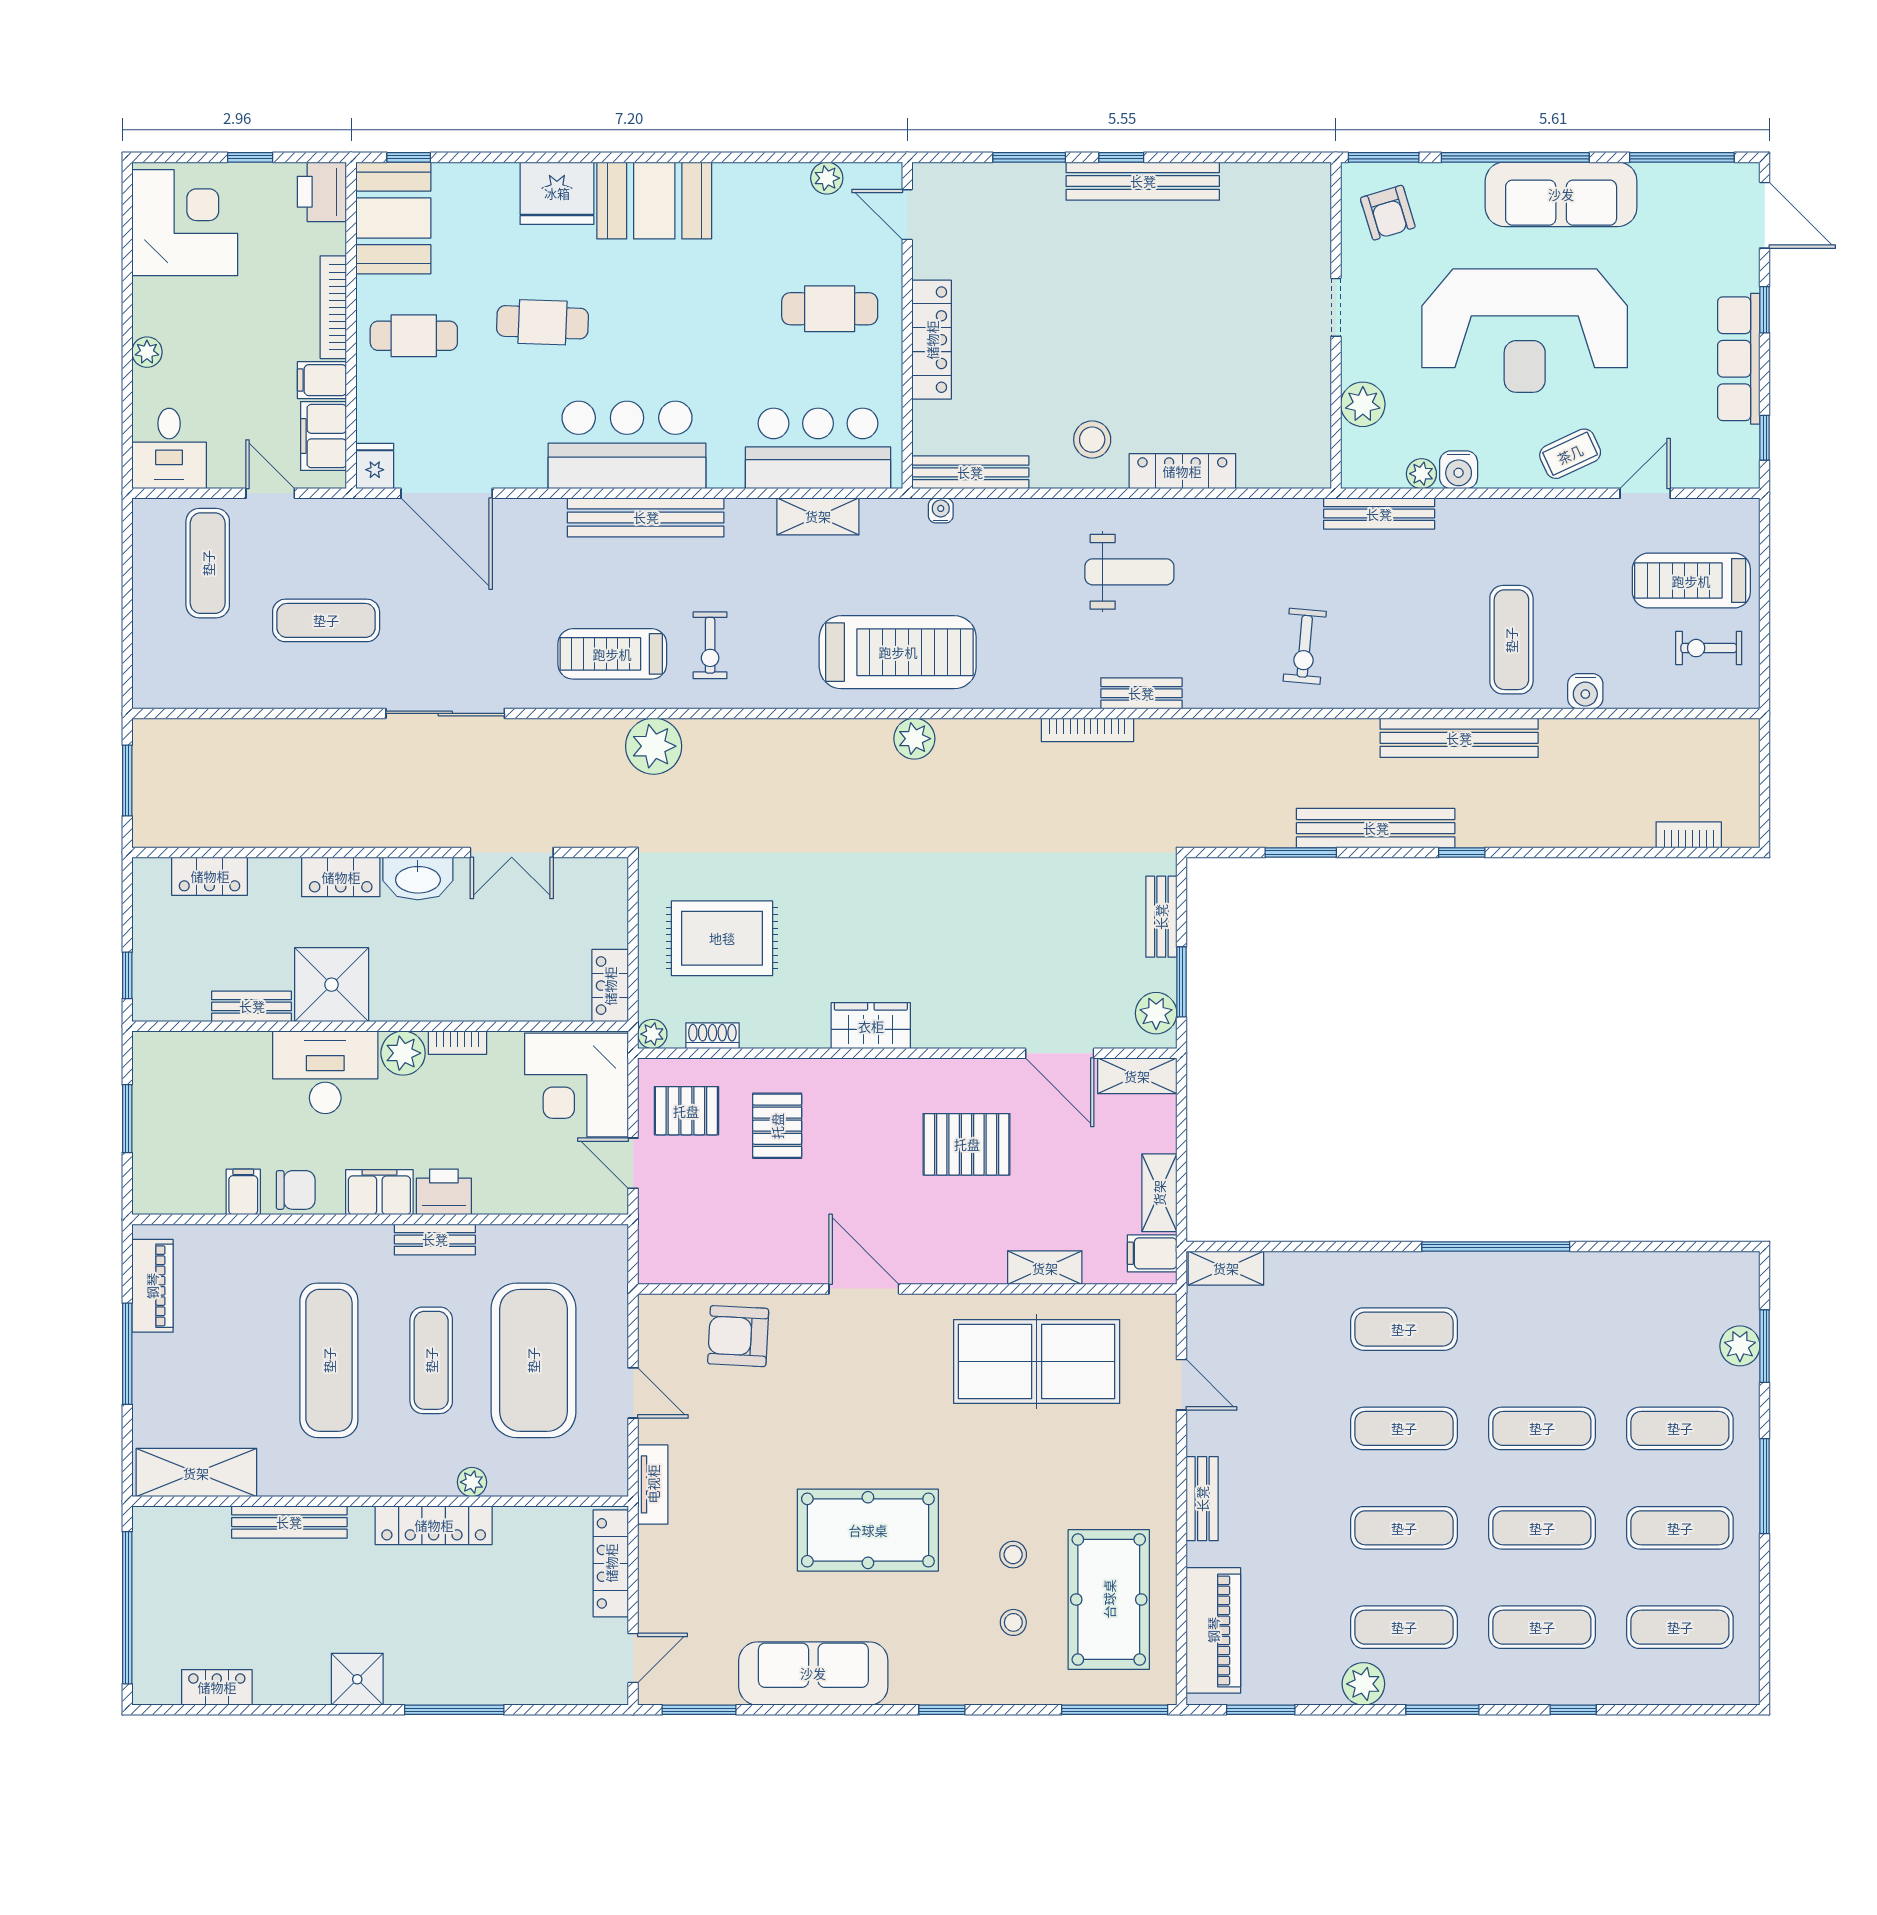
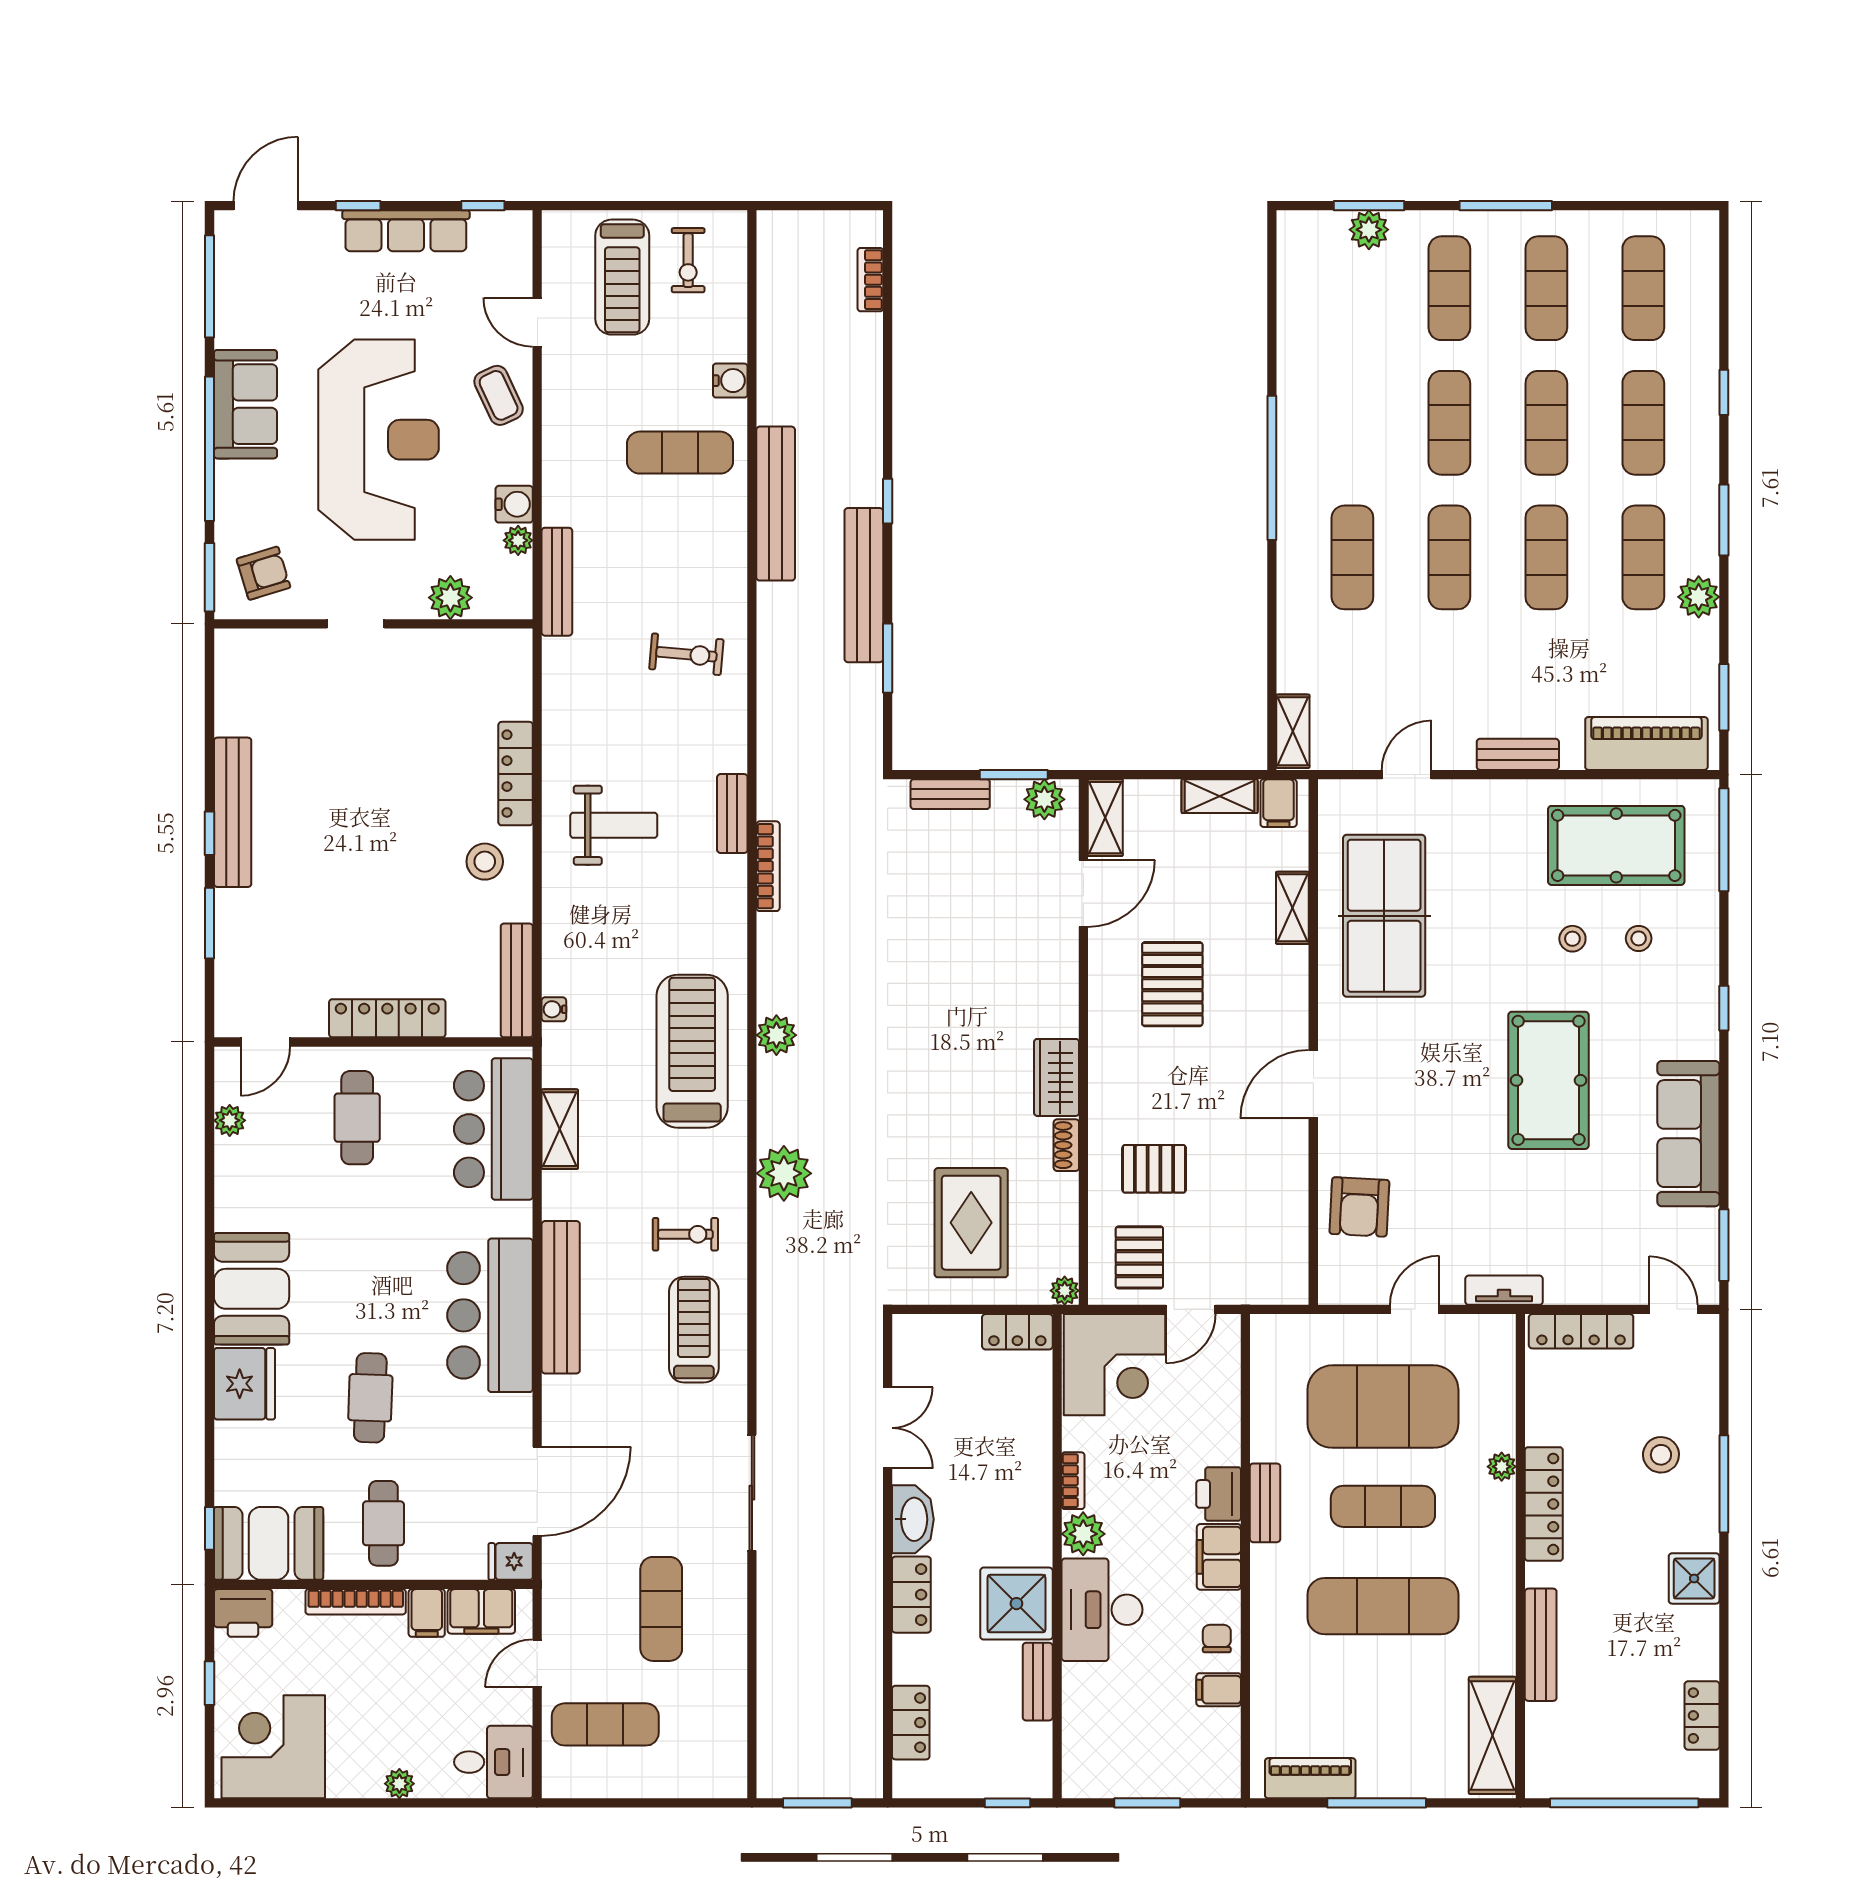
sofa: (1561, 194) -> (245, 404), width x0.73
weight bench: (1129, 572) -> (614, 825), turned 90
treadmill: (612, 654) -> (694, 1330), turned 180
plant: (654, 746) -> (784, 1173), moved
shoe rack: (712, 1036) -> (1066, 1145), moved
chair: (296, 1190) -> (1217, 1639), width x0.73, depth x0.73
stool: (484, 1645) -> (1661, 1455), added

